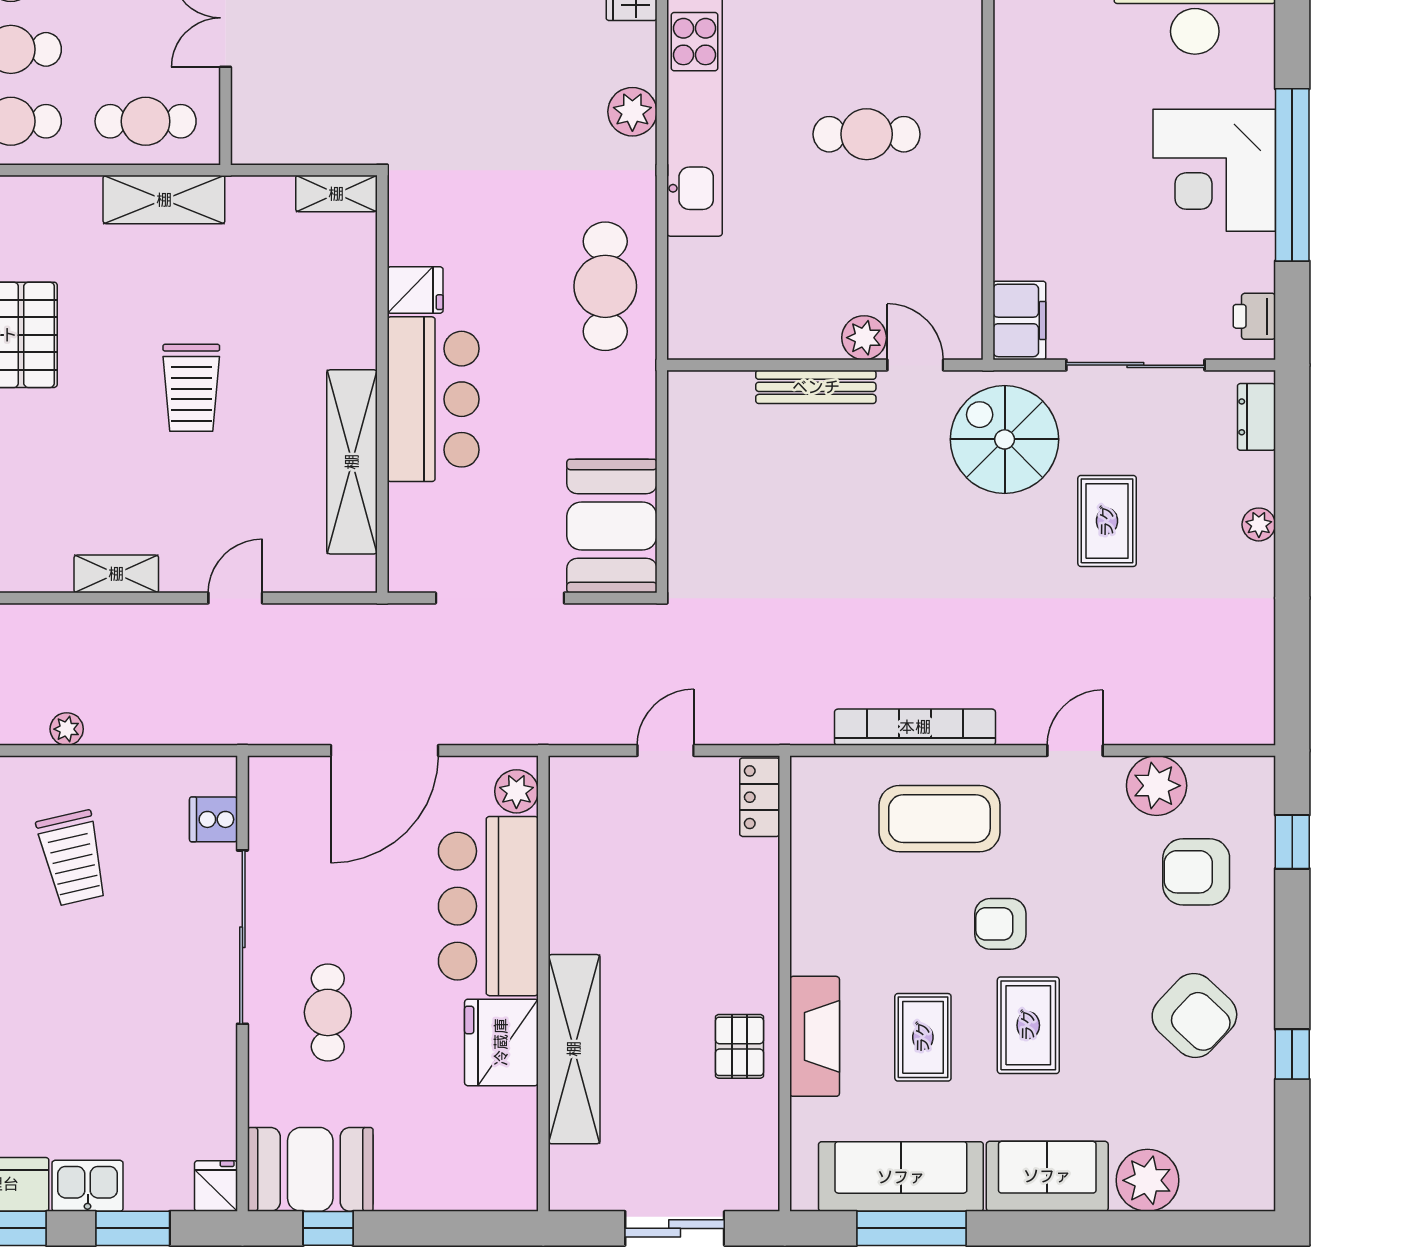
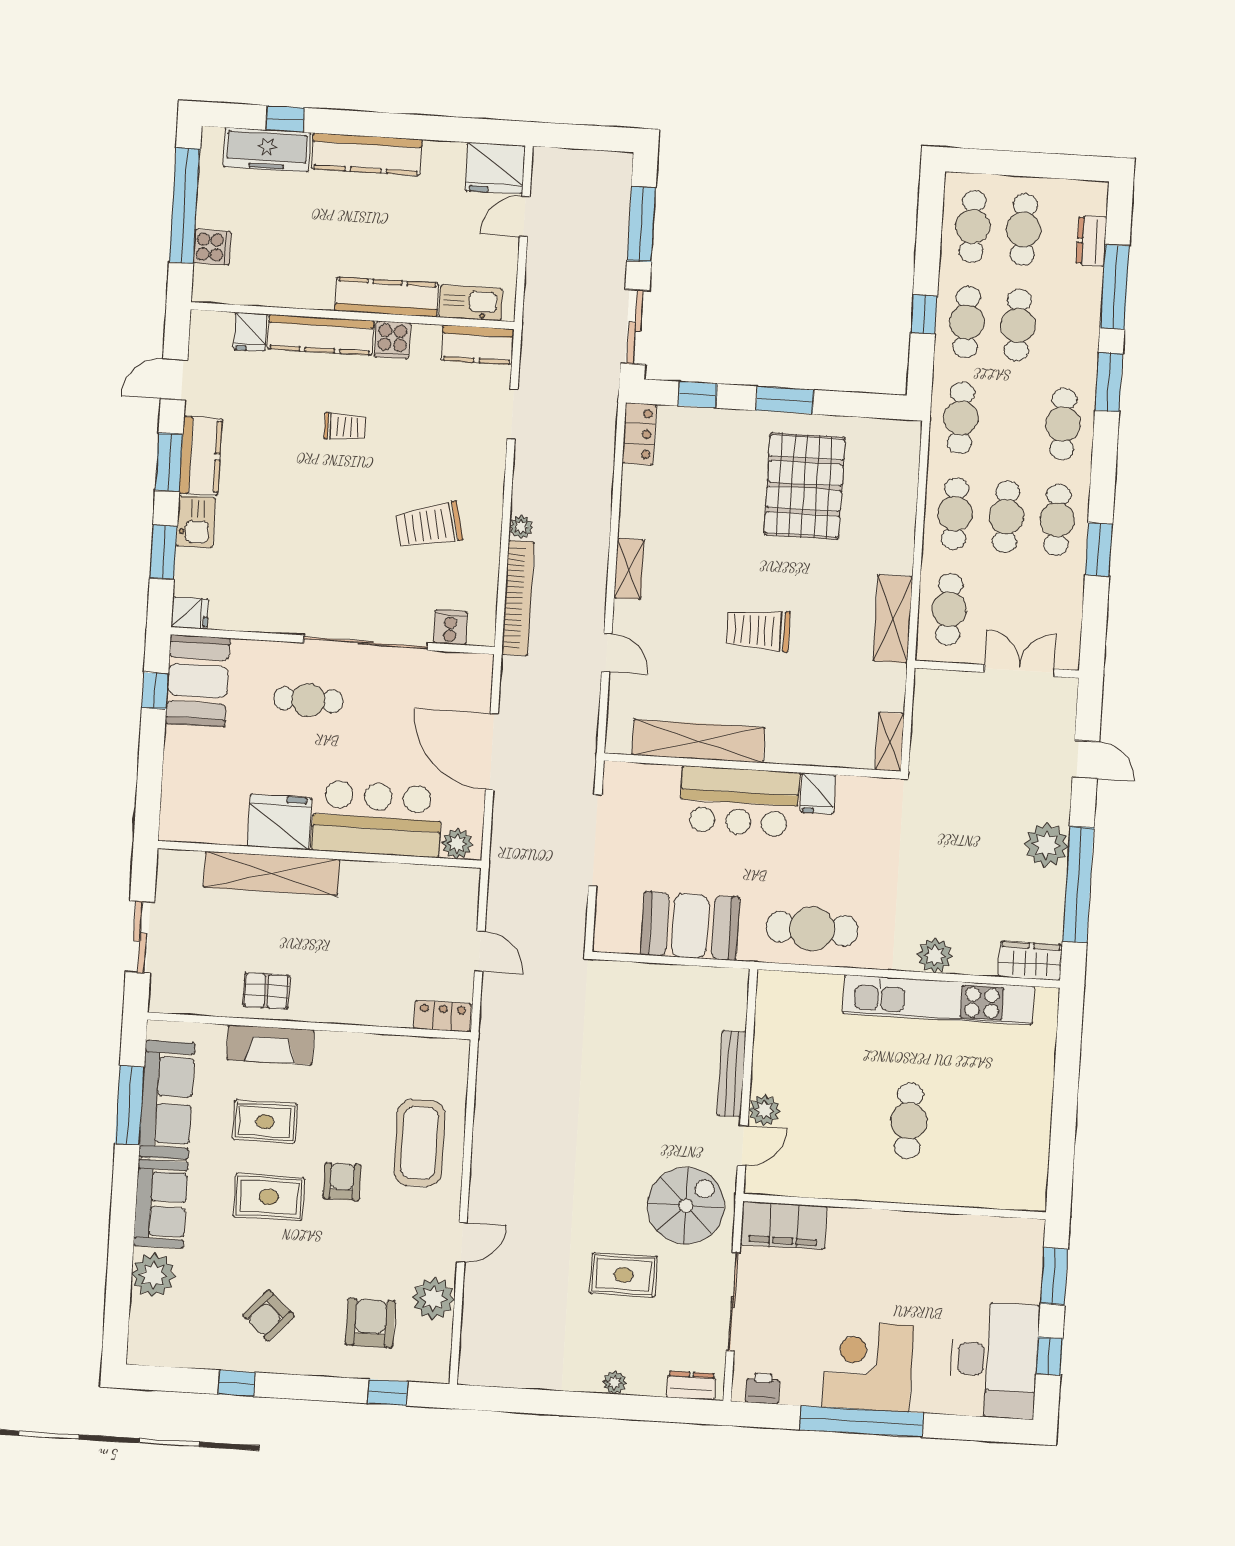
filing cabinet: (1019, 320) -> (784, 1225), width x1.50, depth x1.17
booth: (612, 526) -> (690, 926), moved
bookcase: (915, 727) -> (518, 598), moved
door: (1075, 751) -> (462, 1242), hinge flipped
armchair: (1194, 1015) -> (269, 1315), width x0.72, depth x0.72

